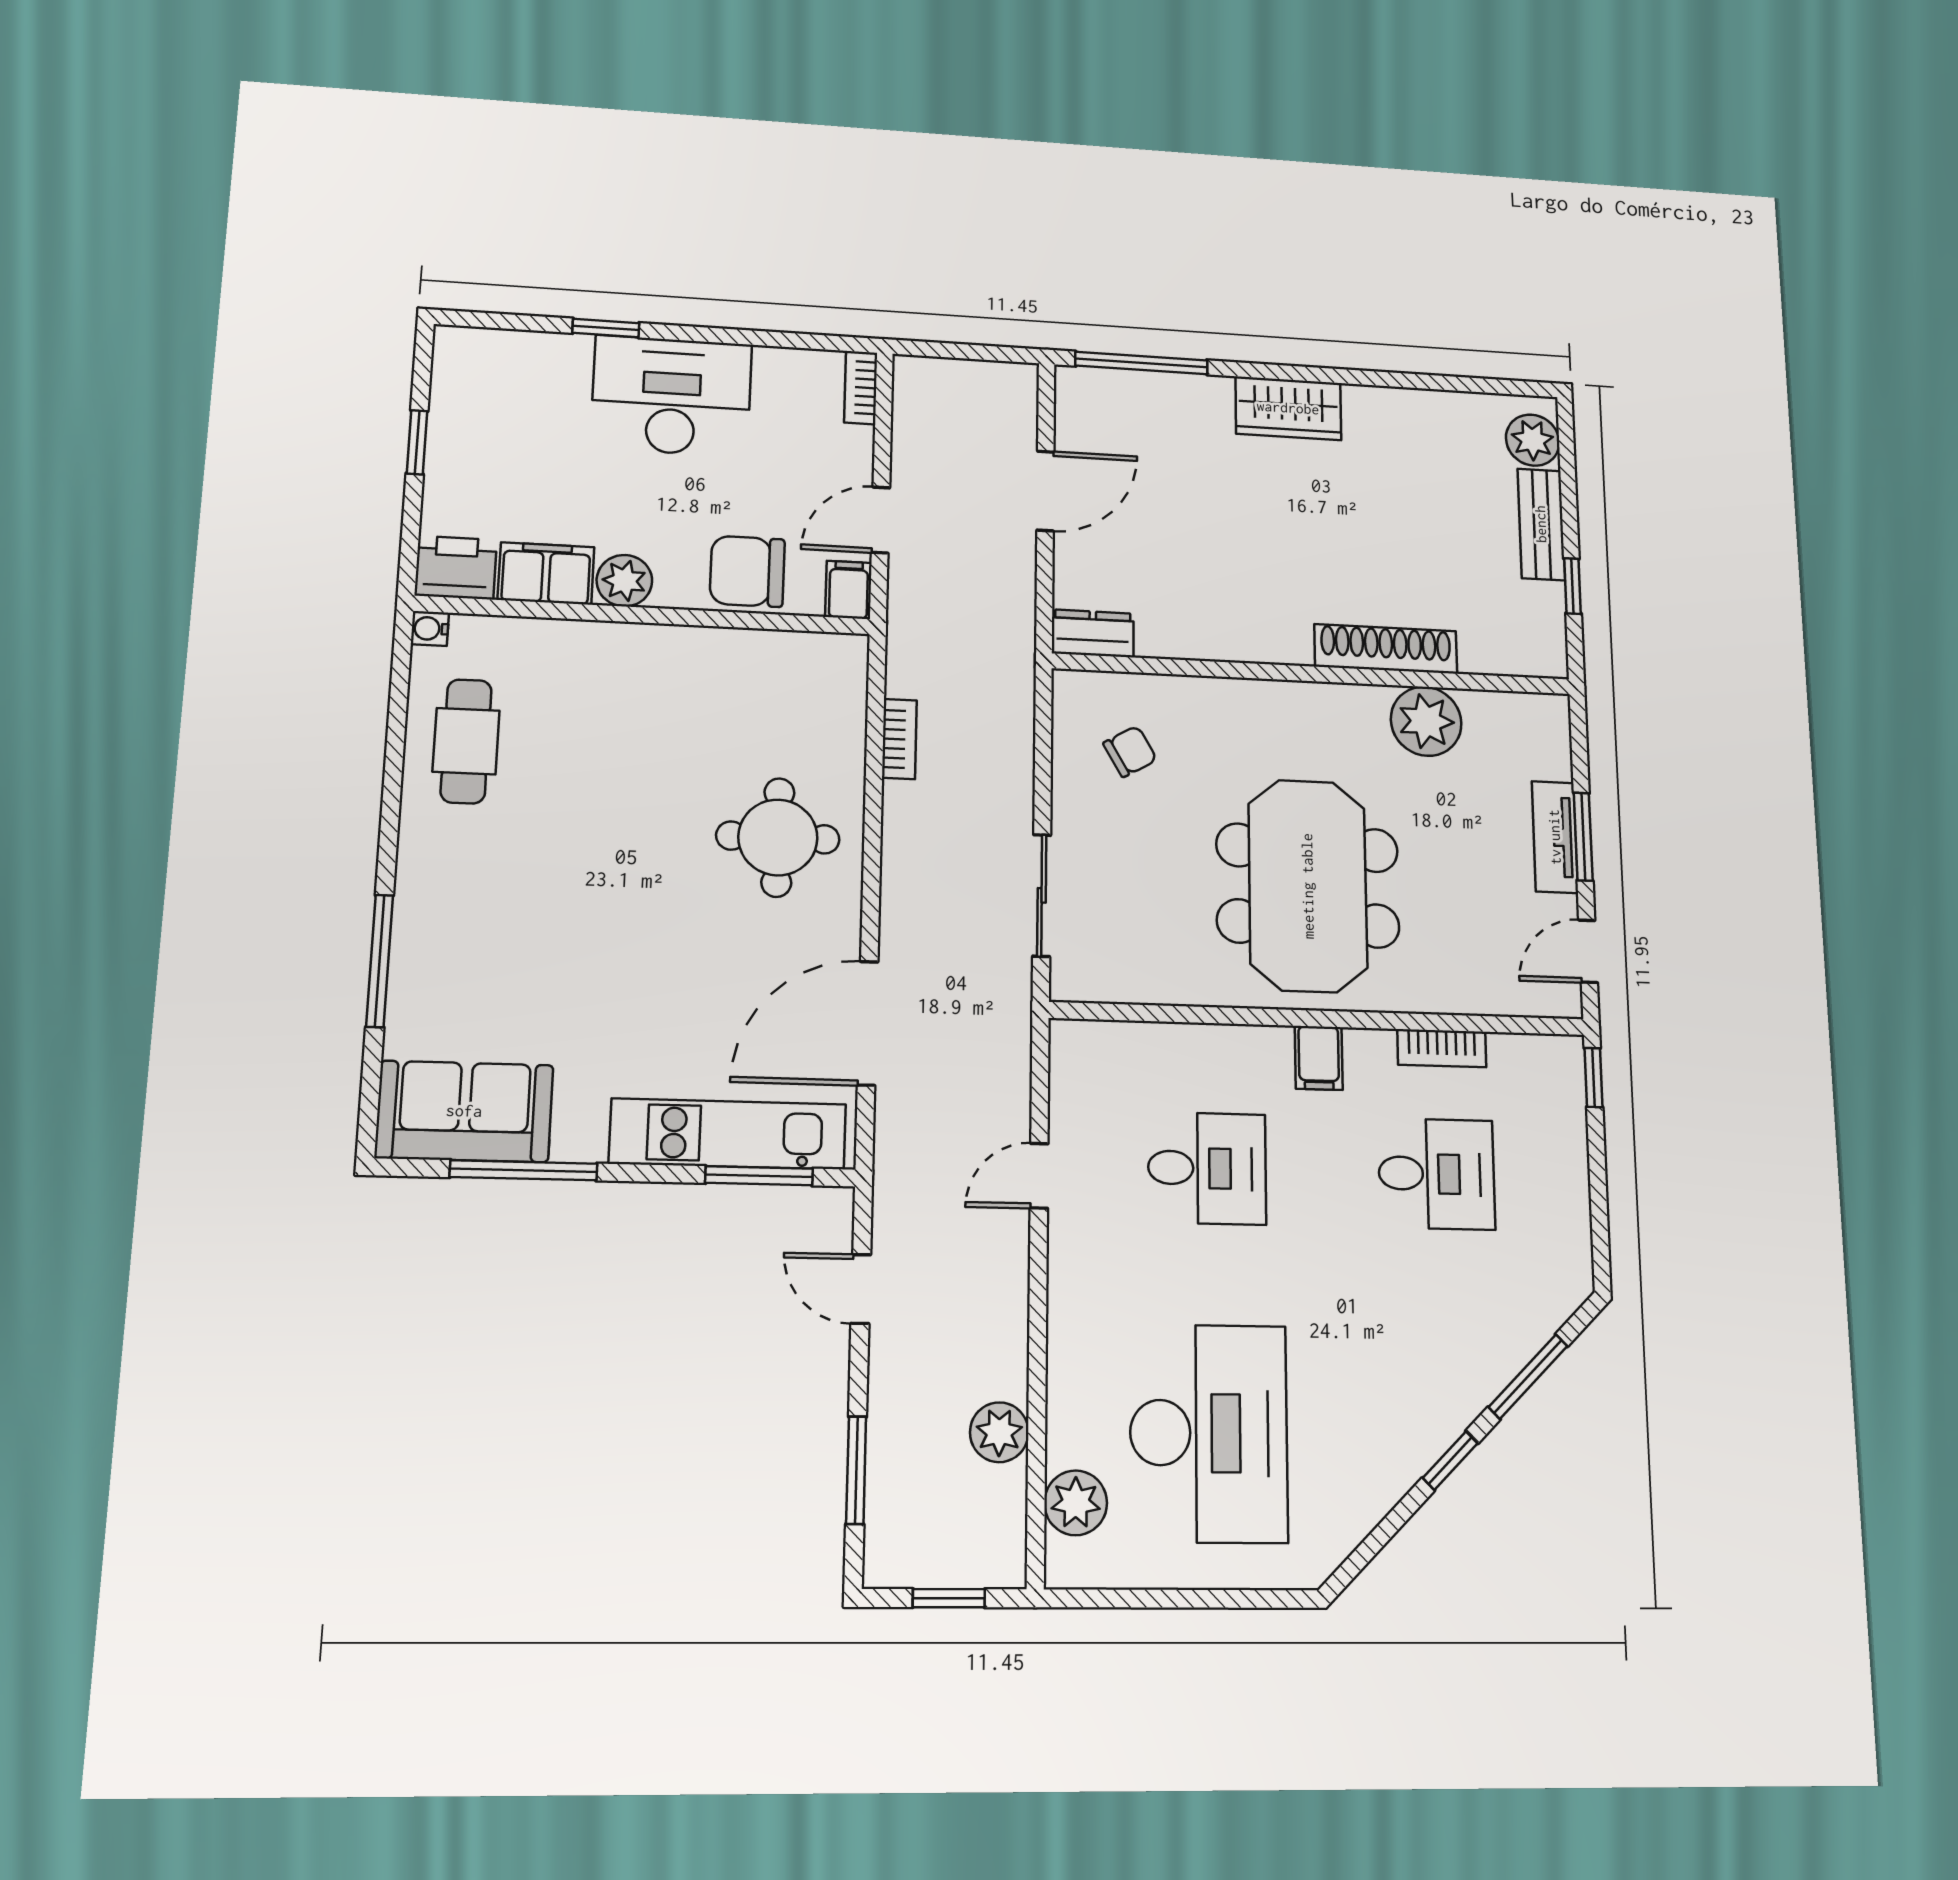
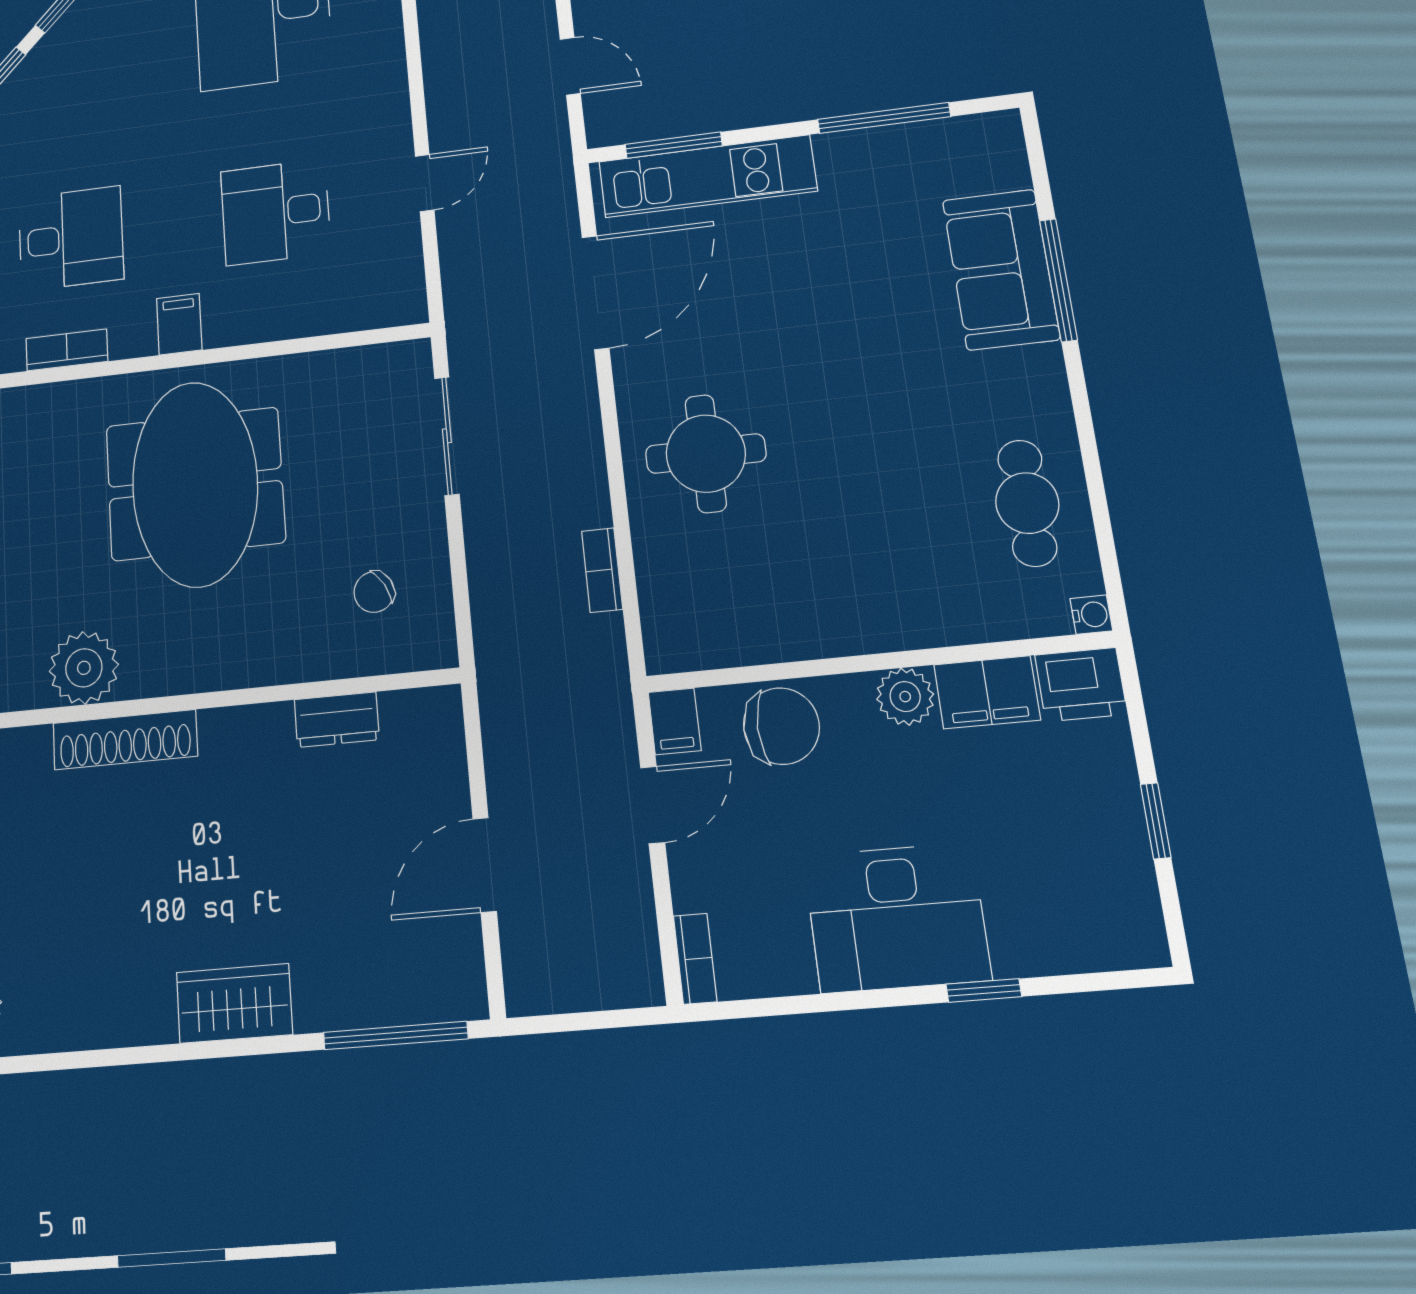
dresser: (1093, 633) -> (337, 720), moved
sofa: (464, 1111) -> (1001, 269), moved, turned 90
desk: (1437, 1174) -> (71, 238), turned 180

